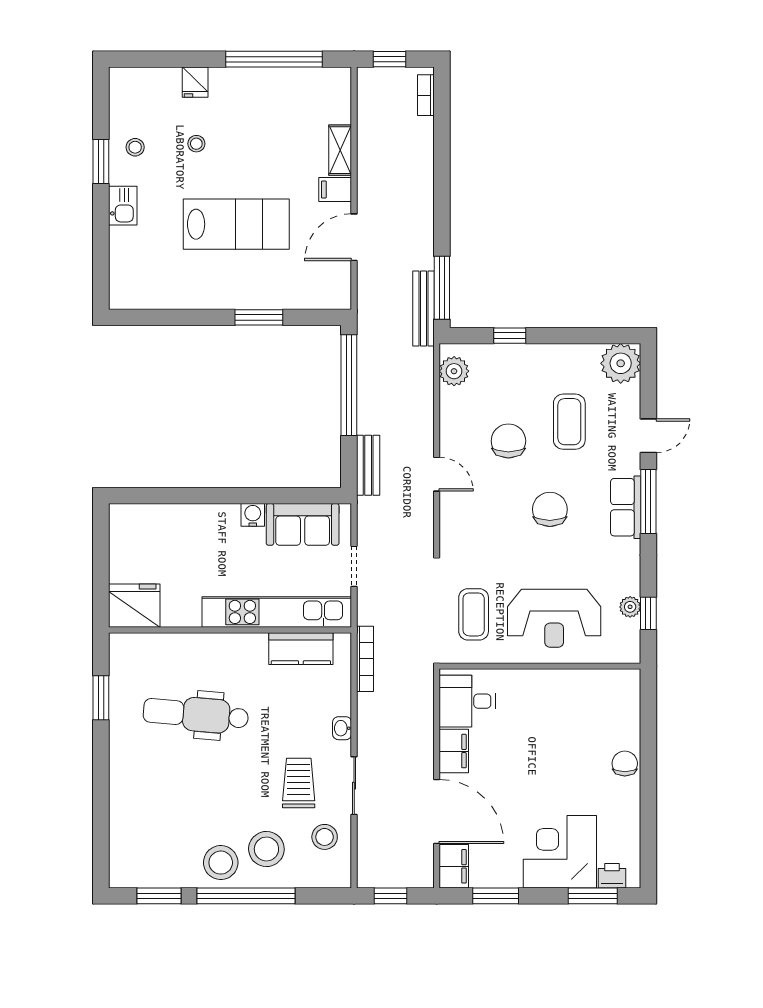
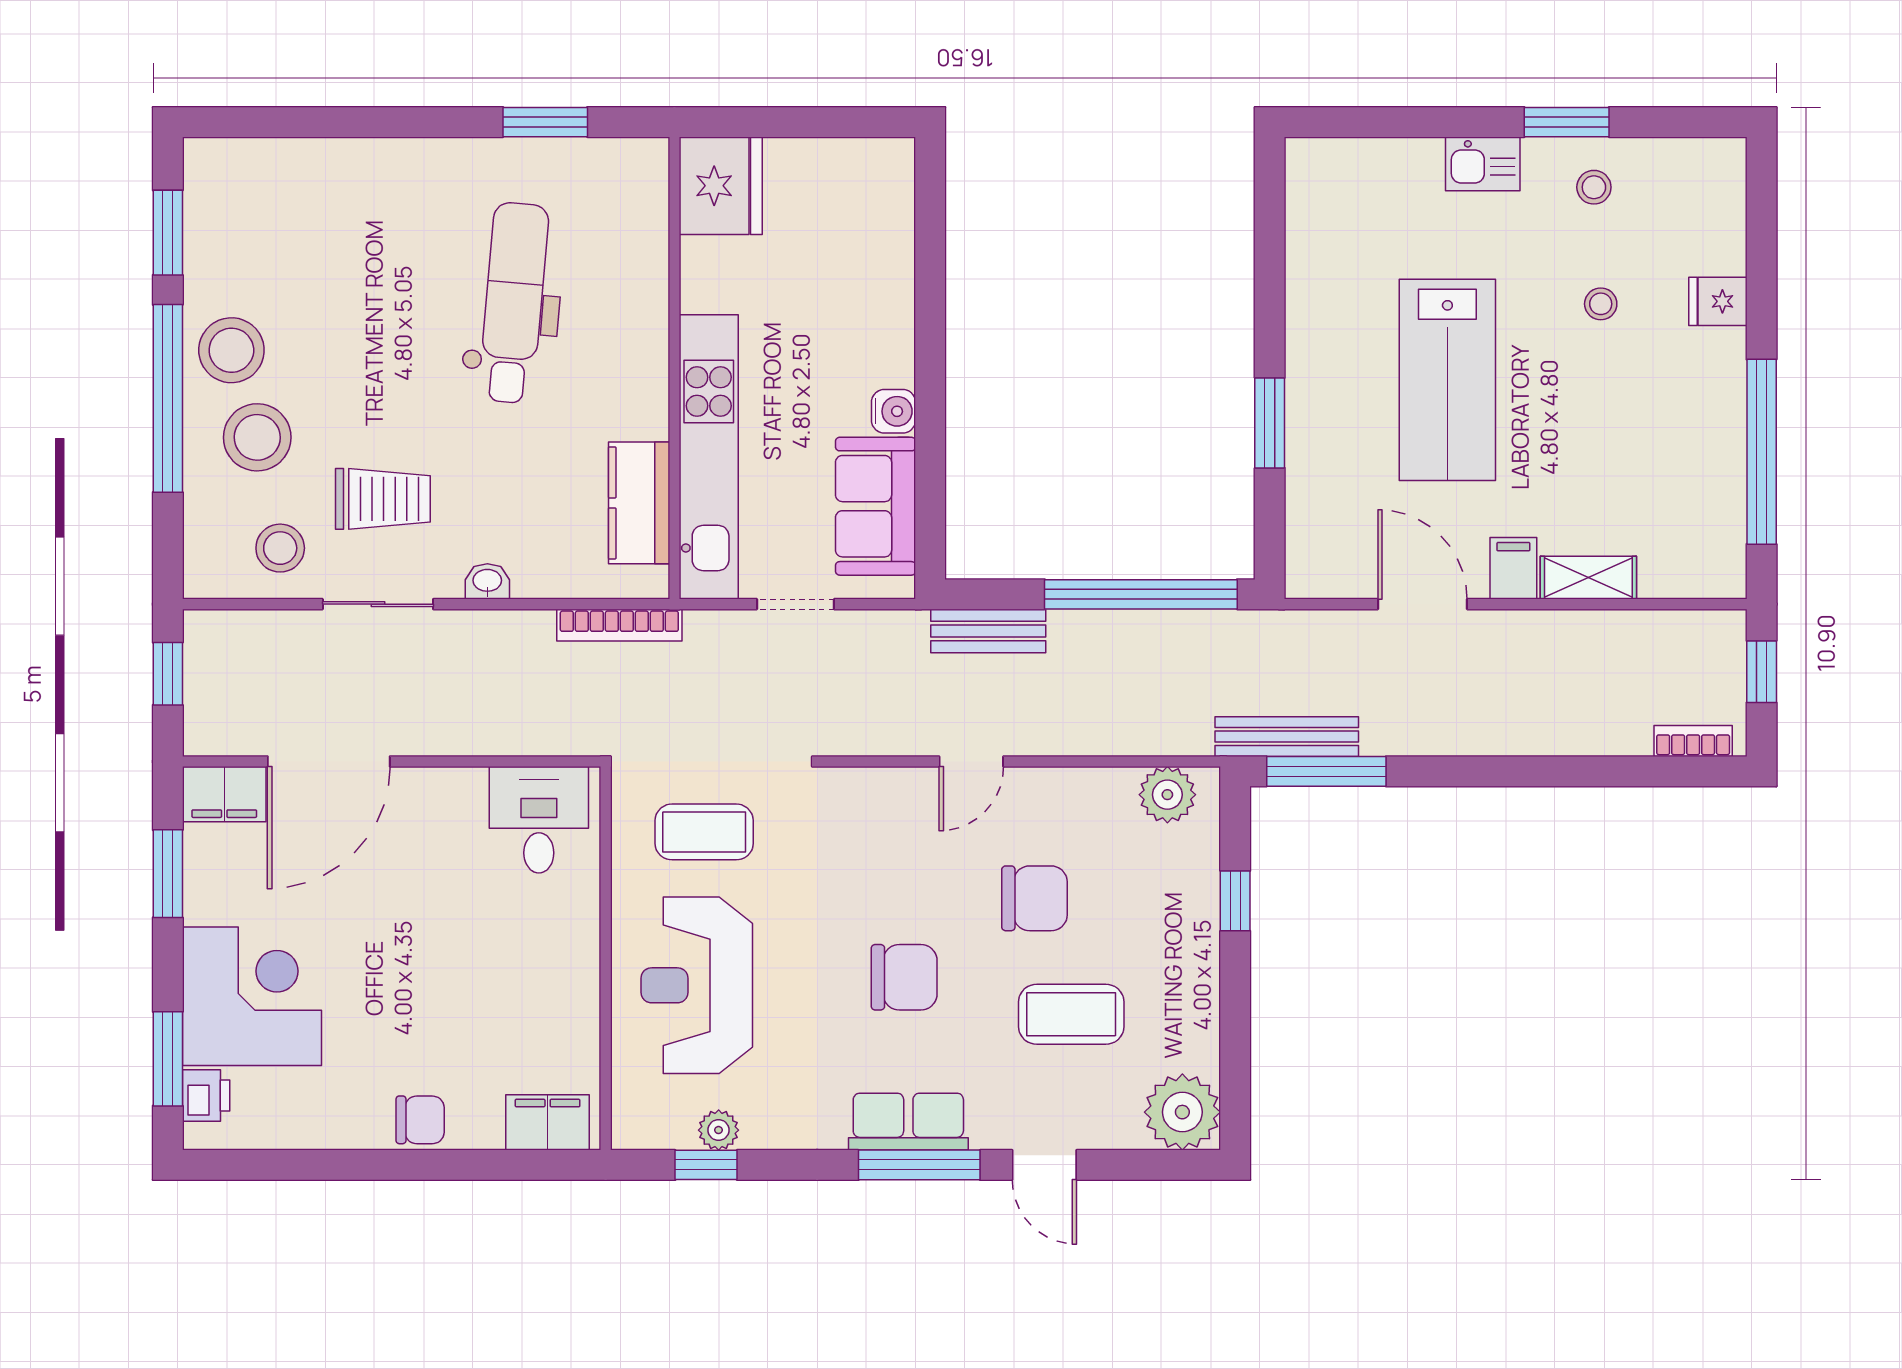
filing cabinet: (454, 751) -> (548, 1122), moved, turned 180

